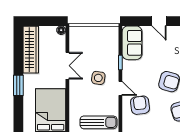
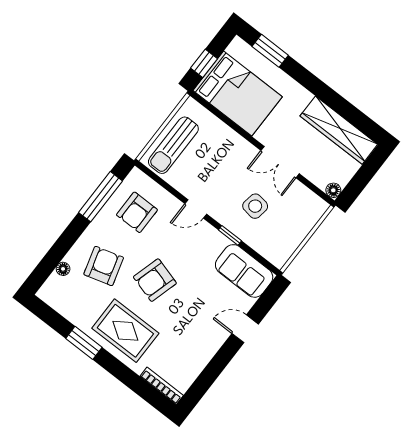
side table: (98, 78) -> (255, 206), moved
window: (18, 85) -> (270, 51), moved
armchair: (140, 105) -> (137, 212), moved, turned 97

